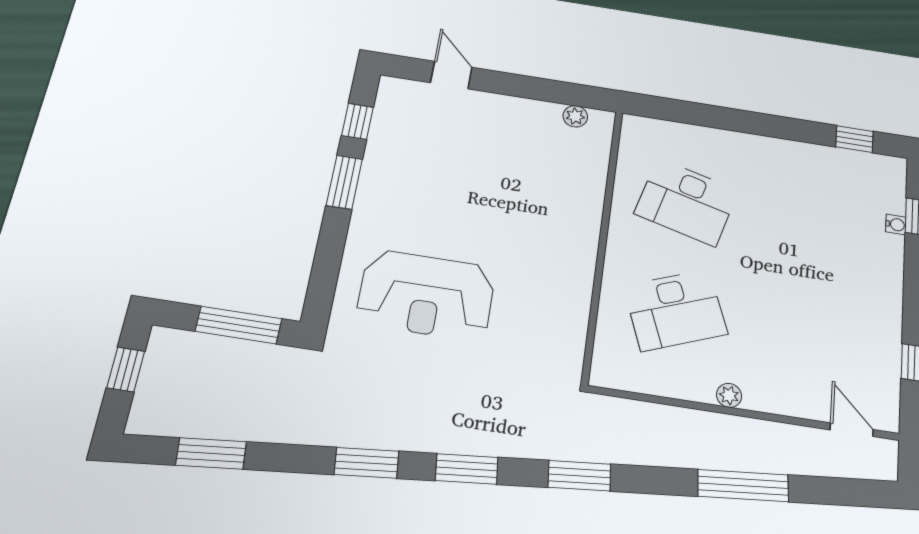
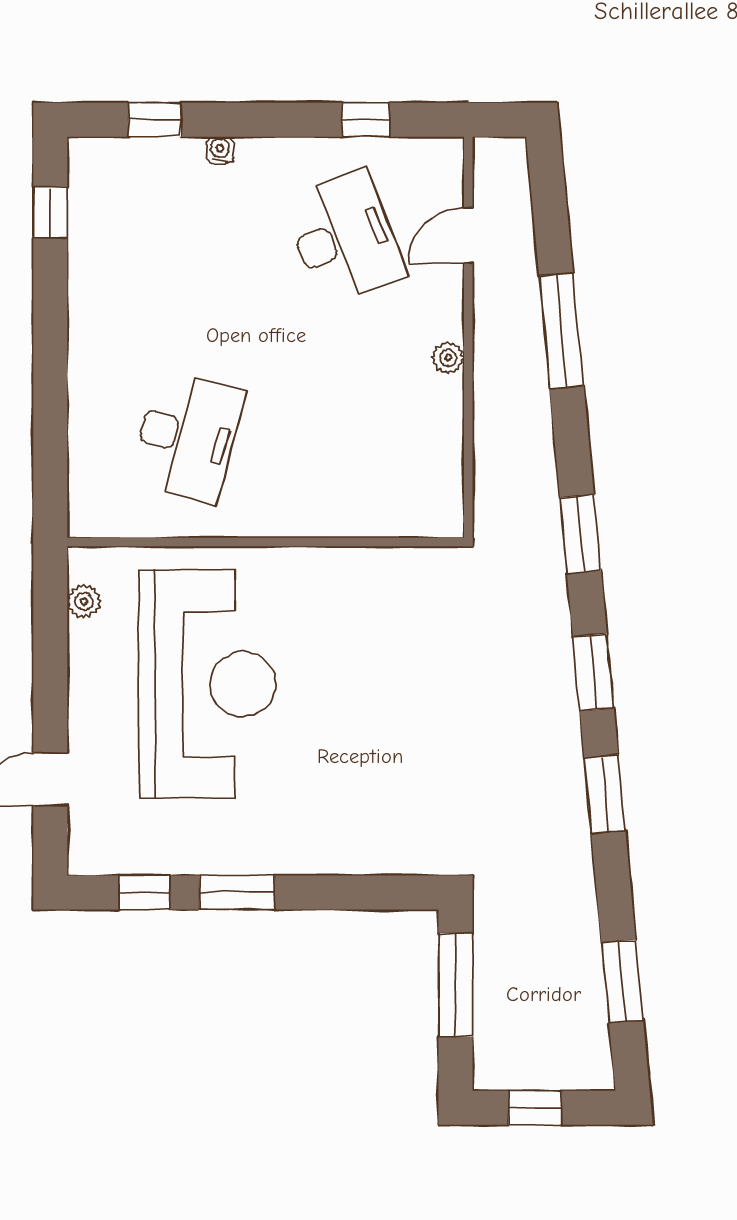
water cooler: (896, 225) -> (220, 150), moved
reception desk: (426, 295) -> (207, 684), moved, width x1.36, depth x1.30
desk: (675, 310) -> (344, 238), moved
door: (852, 430) -> (468, 235), moved

